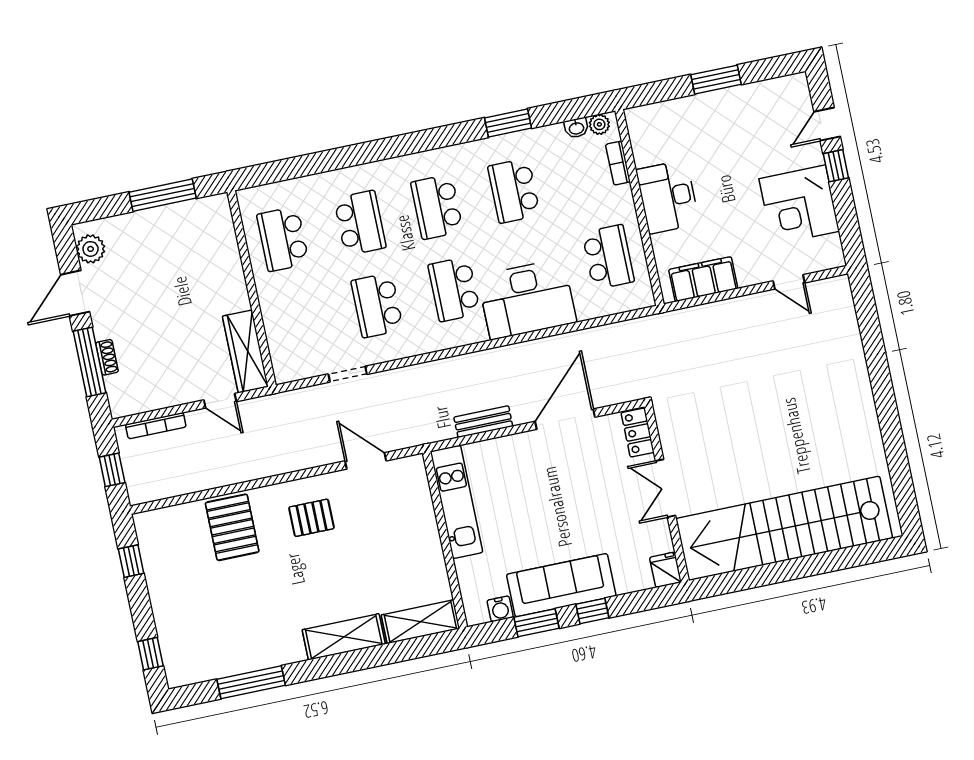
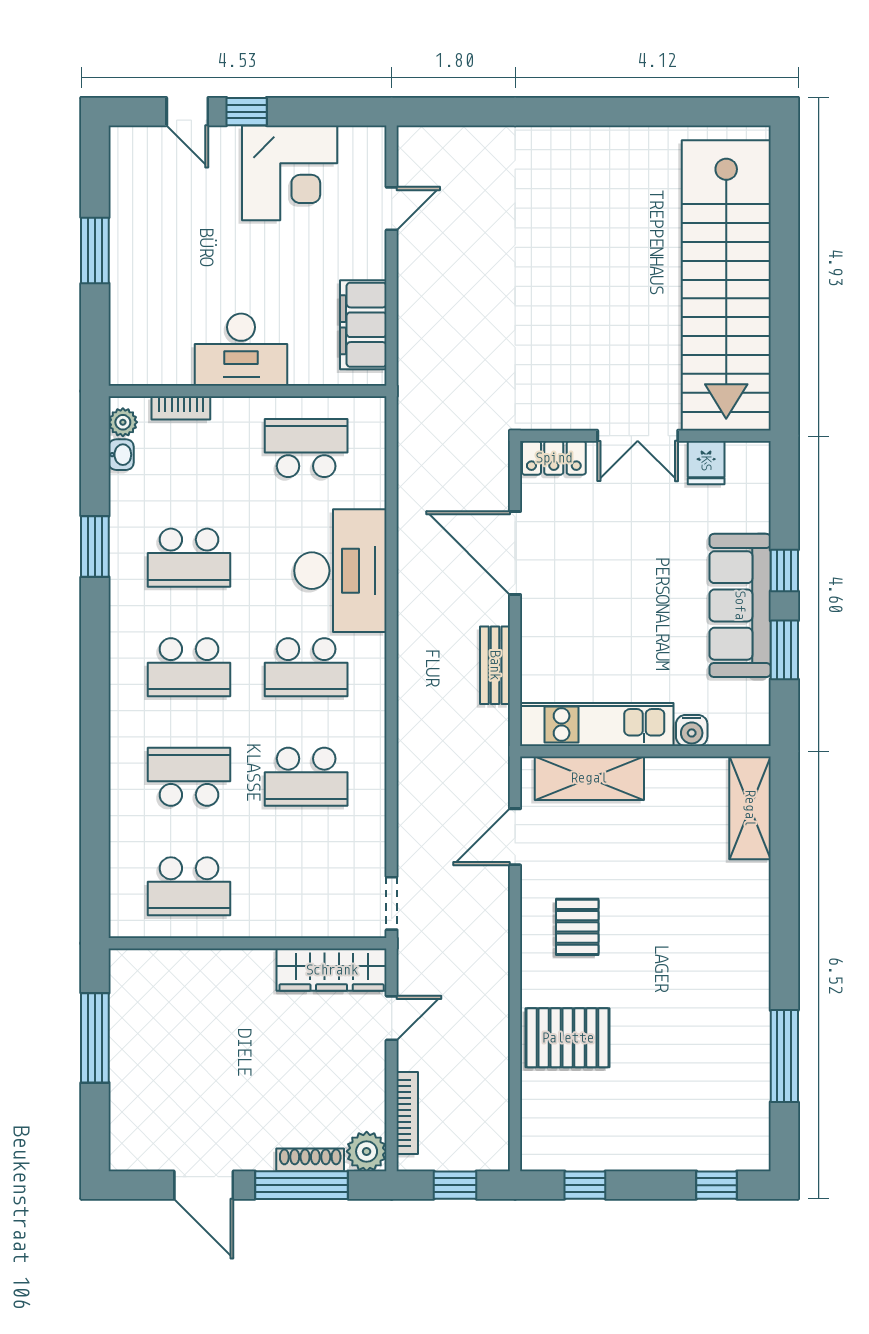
plant: (91, 249) -> (367, 1151), moved
shoe rack: (107, 357) -> (310, 1160), width x1.43
doorway: (348, 374) -> (392, 903), moved
fridge: (665, 570) -> (706, 463), moved, turned -90
water cooler: (500, 609) -> (692, 730), moved, turned 90
shelving: (344, 637) -> (589, 778), moved, turned 90

